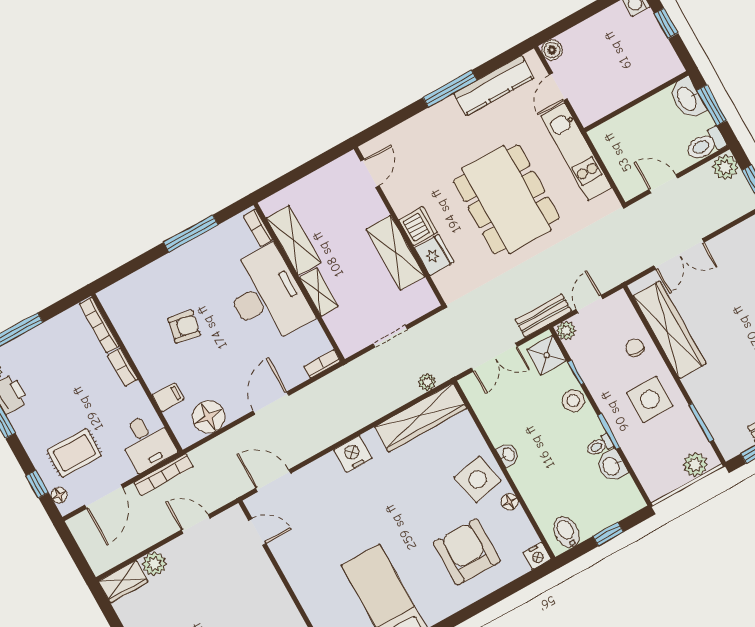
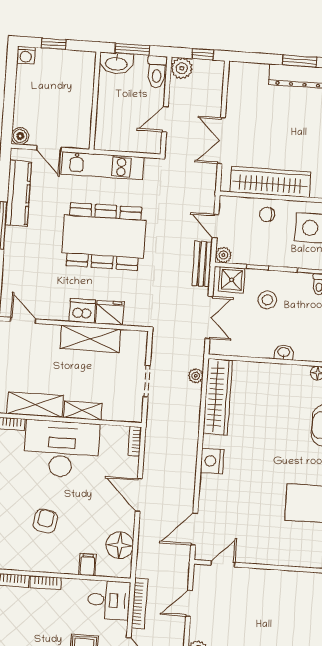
double door: (679, 254) -> (221, 141), swing flipped
stool: (573, 401) -> (267, 300), moved
side table: (478, 479) -> (287, 385), removed

